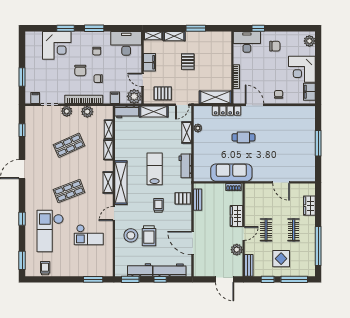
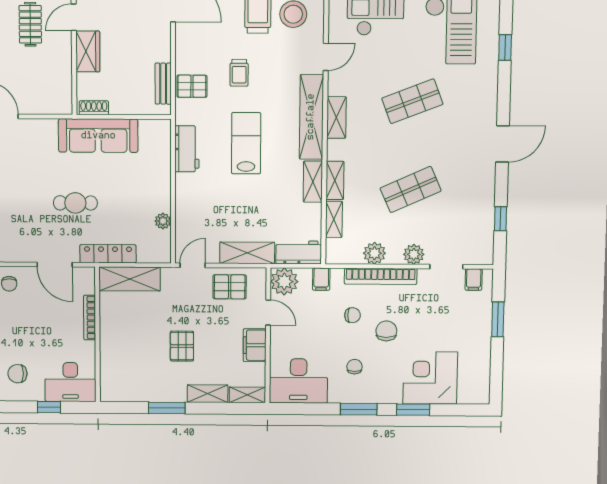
shelving: (187, 132) -> (313, 182), moved
lab bench: (155, 169) -> (246, 143), turned 180

